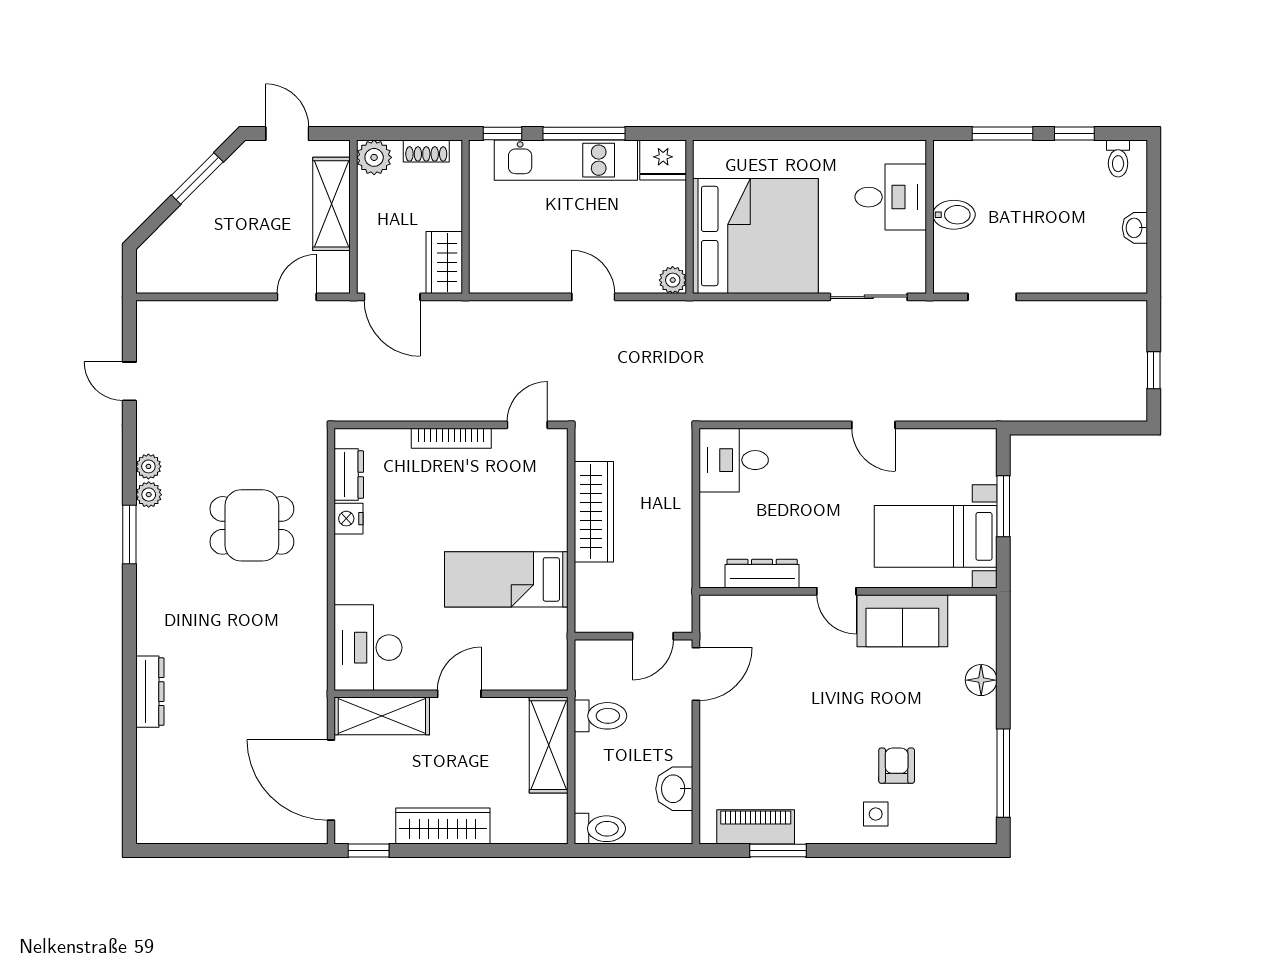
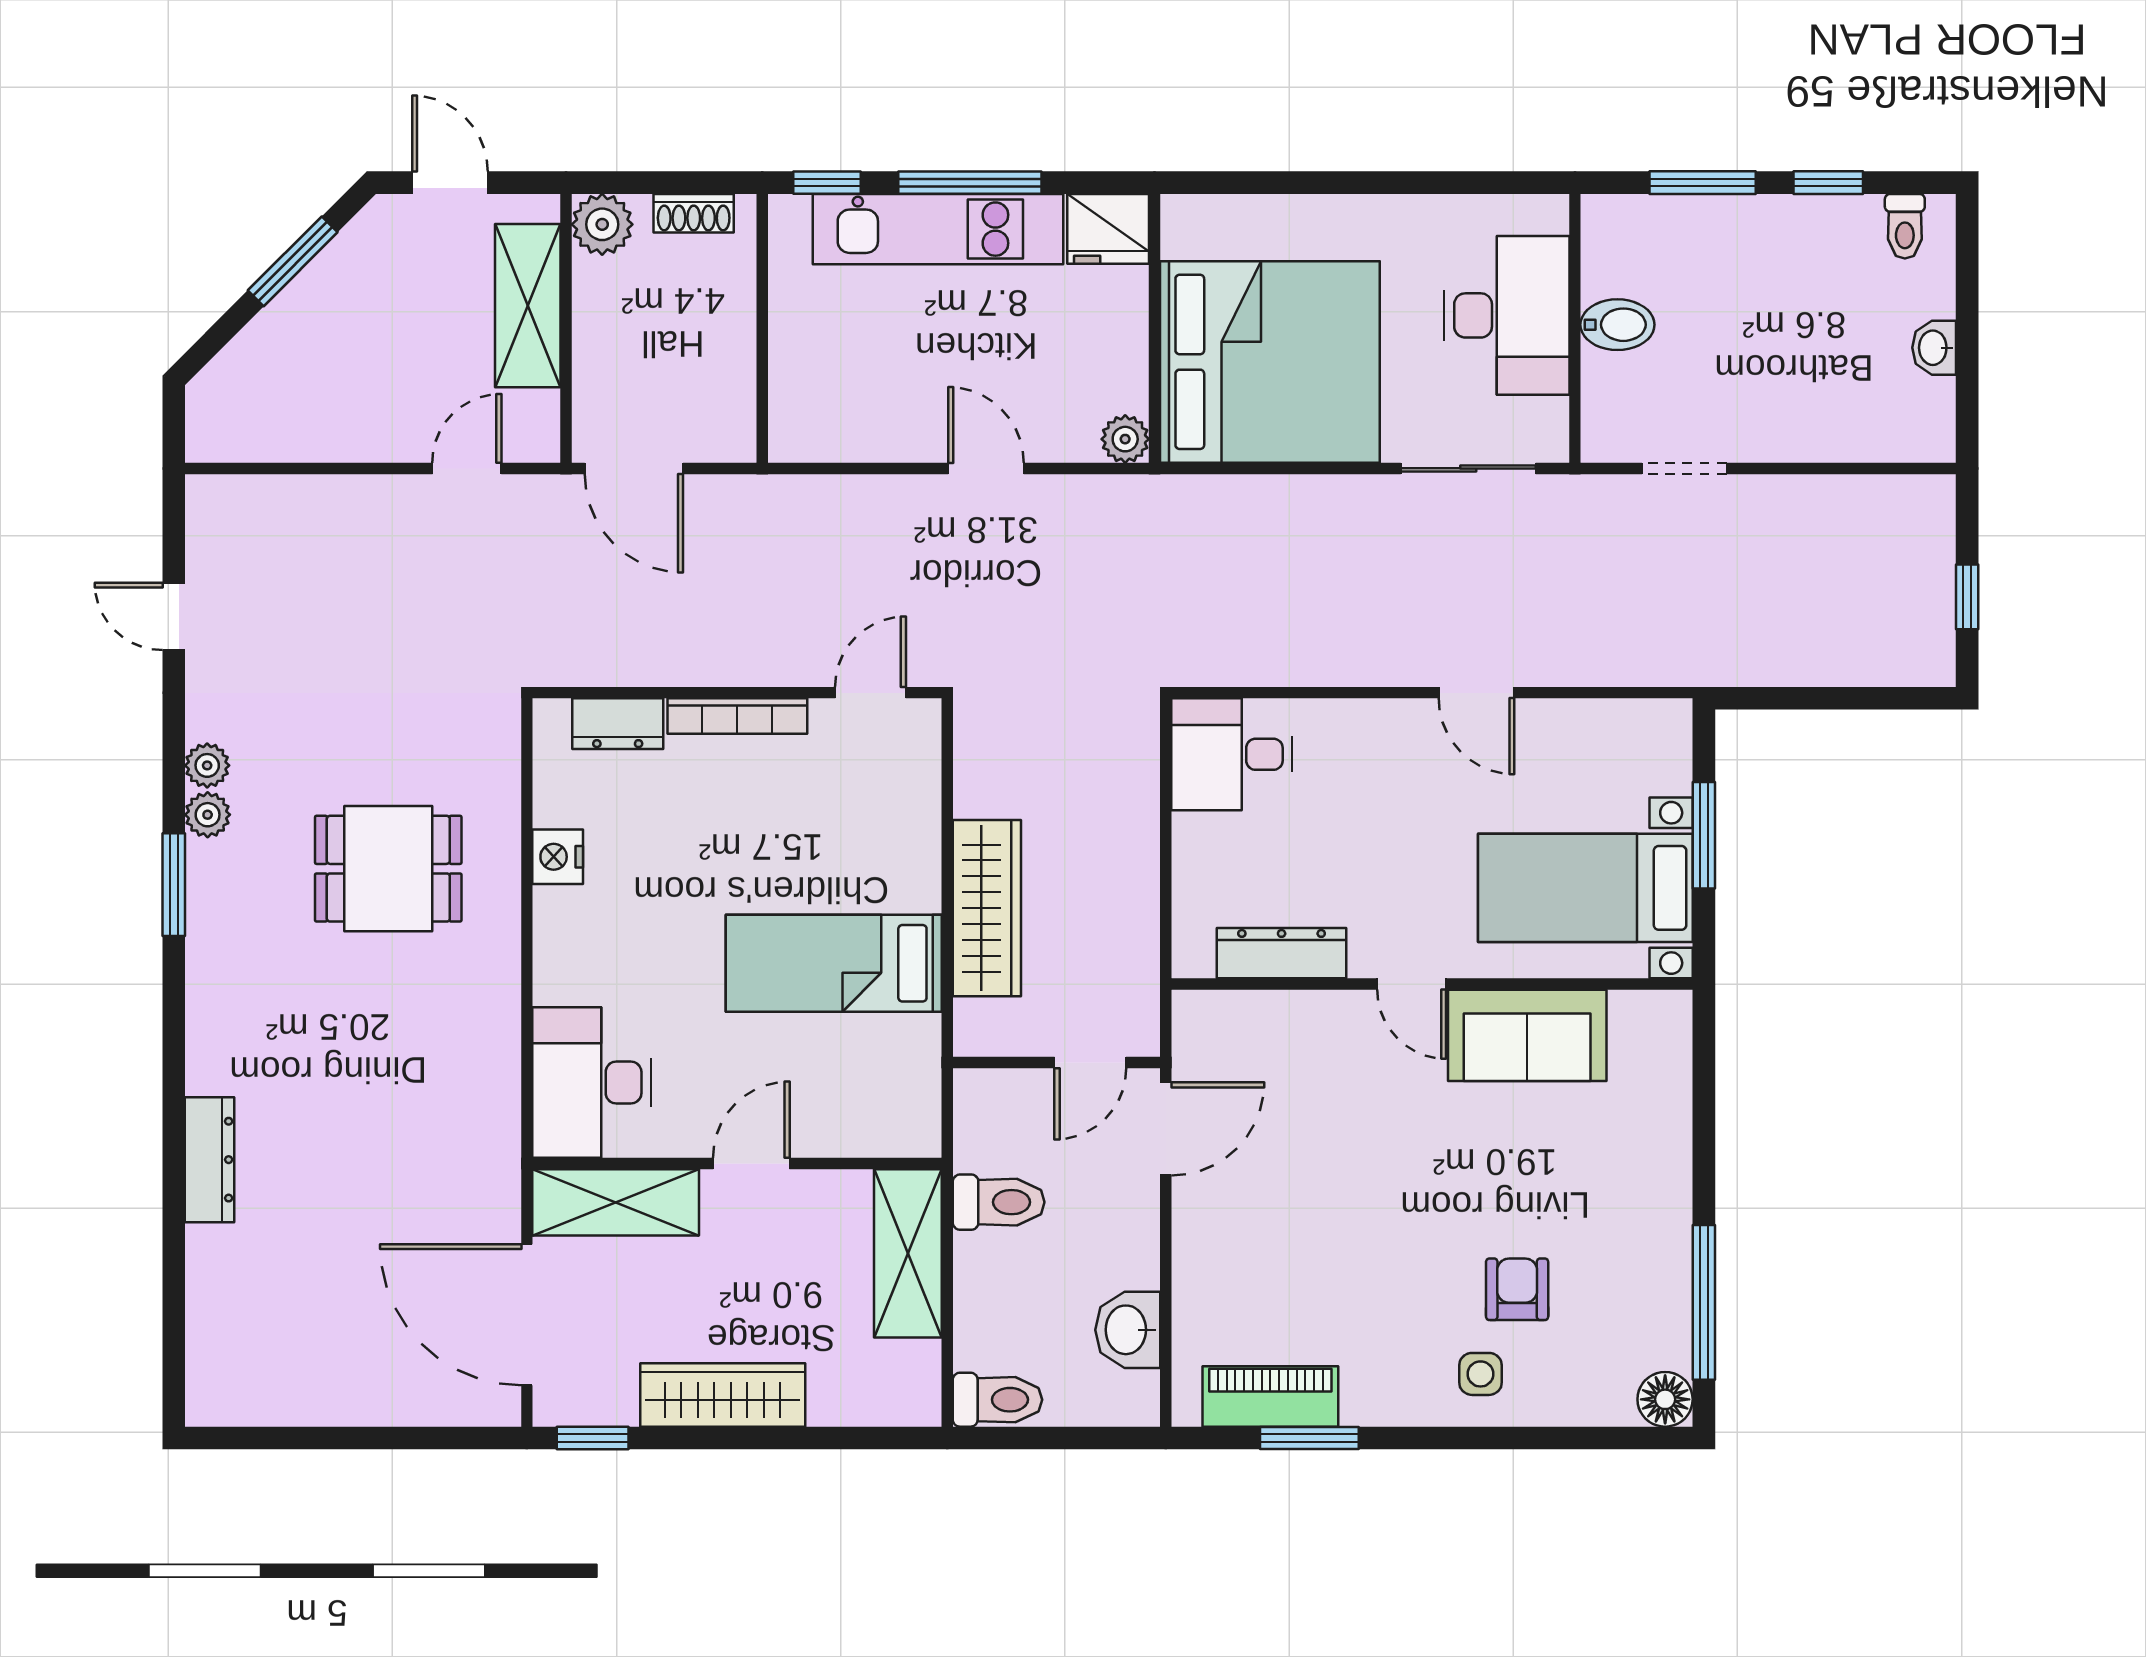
desk: (891, 197) -> (1507, 315), width x1.37
wardrobe: (444, 263) -> (725, 408), removed
dresser: (349, 475) -> (618, 724), moved, turned 90
wardrobe: (594, 512) -> (987, 908), moved
floor lamp: (981, 680) -> (1665, 1399), moved

